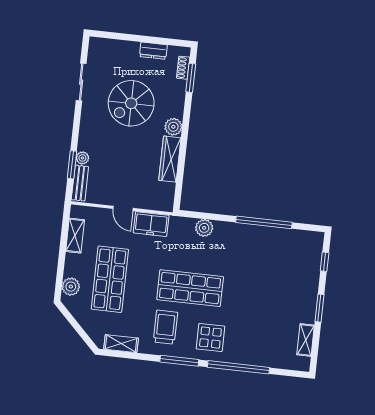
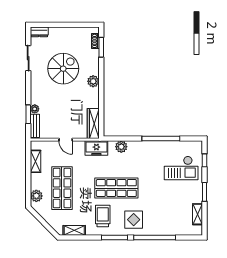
dresser: (153, 51) -> (39, 32), moved
spiral stairs: (131, 103) -> (63, 69), turned 180
wardrobe: (170, 159) -> (93, 123), moved
freezer: (151, 224) -> (96, 148), moved
checkout: (289, 269) -> (181, 168), added

